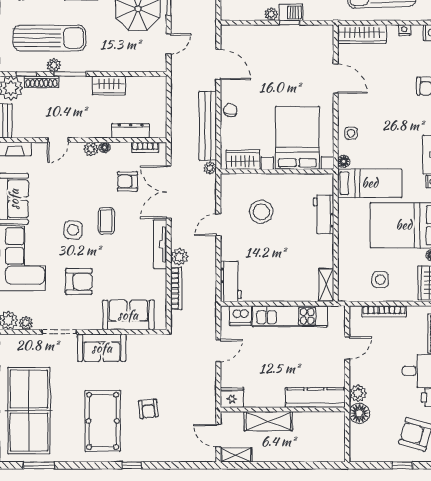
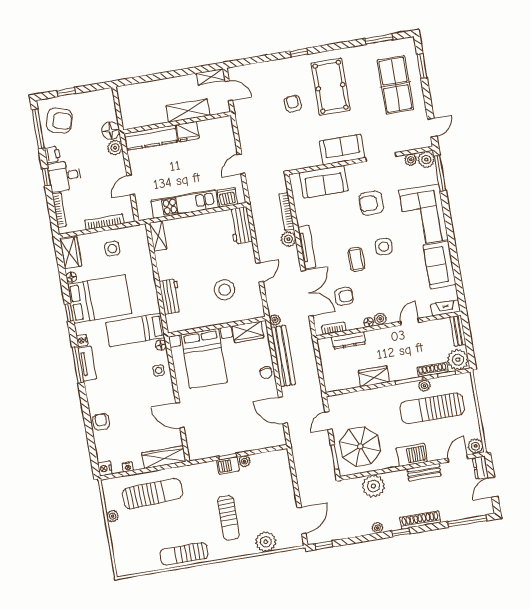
fridge: (232, 397) -> (188, 132), moved
table tennis table: (29, 411) -> (395, 85), width x0.73, depth x0.76

